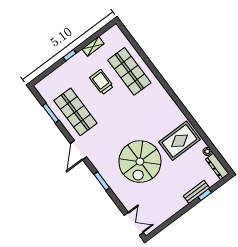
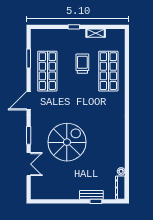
rug: (179, 141) -> (107, 149), removed
spiral stairs: (140, 162) -> (67, 142), turned 180
double door: (134, 224) -> (29, 164), moved

